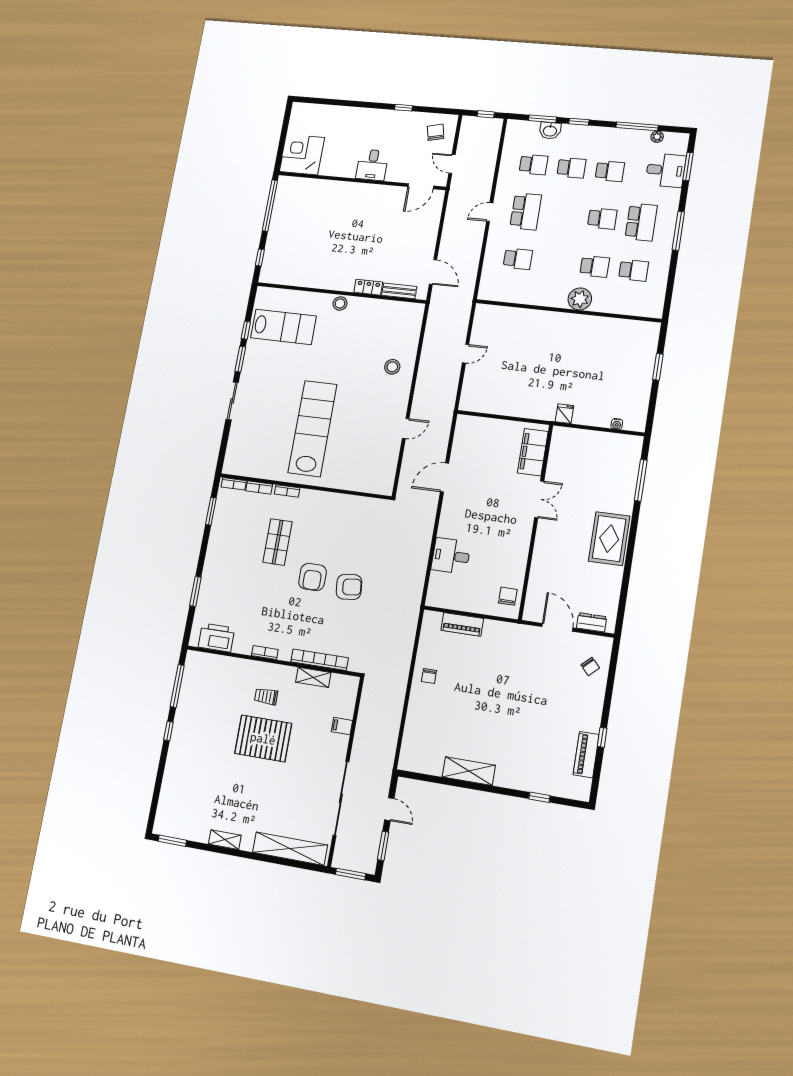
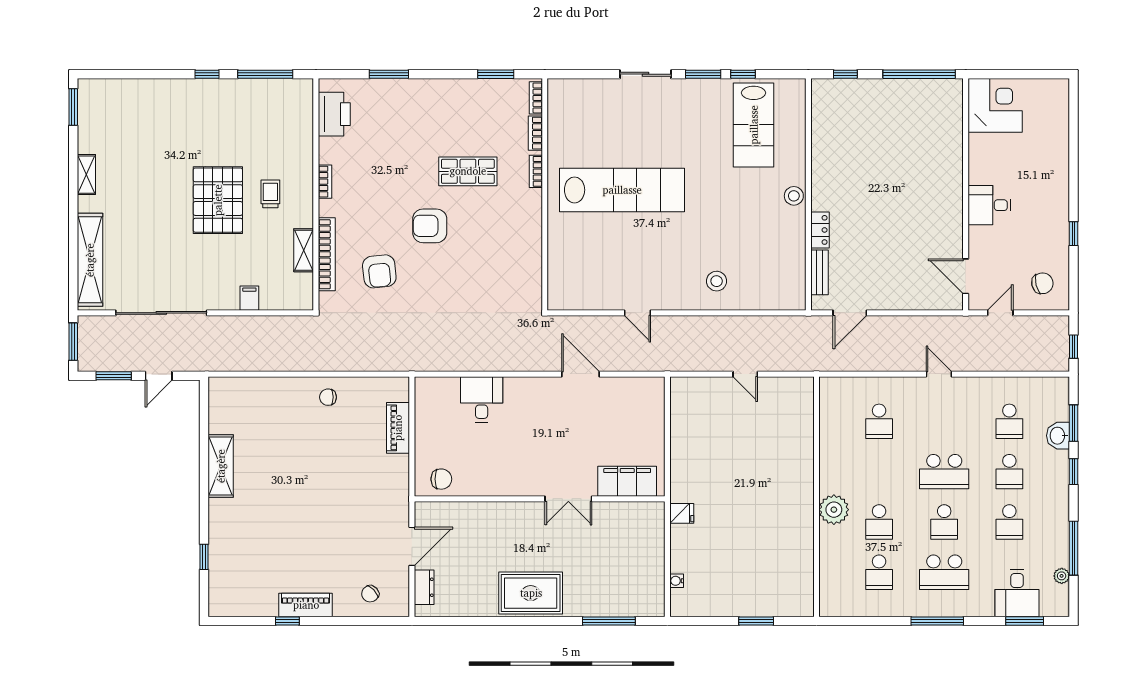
school desk: (526, 211) -> (944, 472), moved
armchair: (349, 587) -> (379, 271), moved
piano: (586, 755) -> (306, 605), moved

